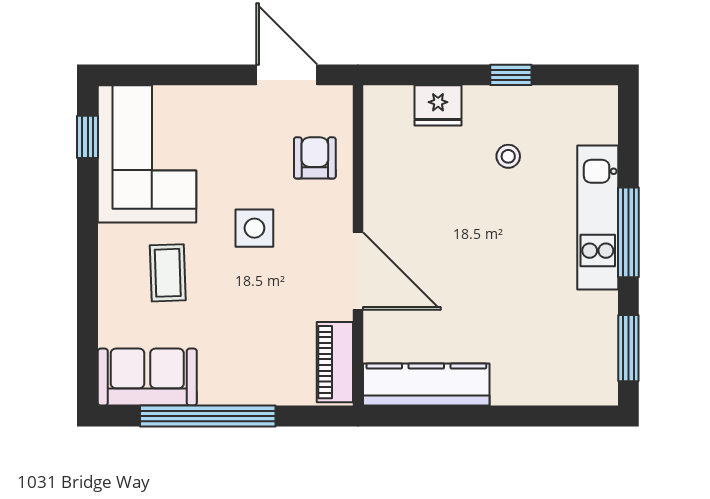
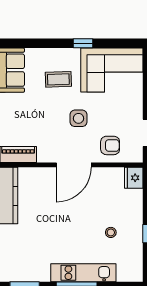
fridge: (438, 105) -> (134, 178), moved
window: (88, 137) -> (83, 43), moved
door: (358, 271) -> (74, 165), moved

